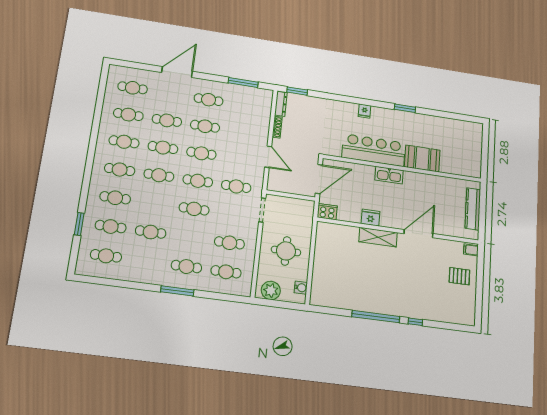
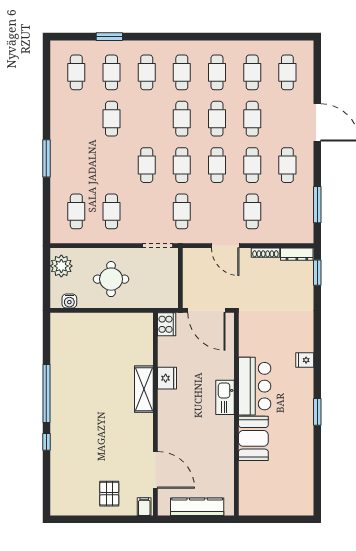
bar counter: (374, 150) -> (255, 386), width x0.73
door: (268, 157) -> (225, 246), hinge flipped
door: (418, 234) -> (155, 470), moved
cafe table: (186, 267) -> (252, 211), moved

